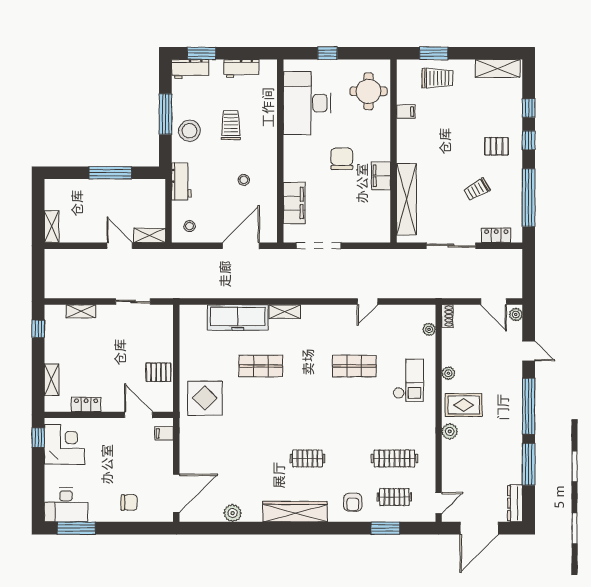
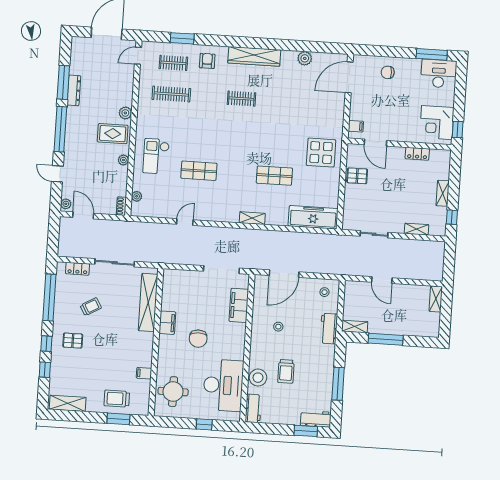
workbench: (241, 68) -> (253, 408), moved, turned 90
stool: (189, 131) -> (258, 378), moved
shelving: (150, 235) -> (355, 327), moved
freezer: (238, 318) -> (313, 217), moved
shelving: (52, 380) -> (443, 193), moved
dresser: (515, 503) -> (74, 90), moved

